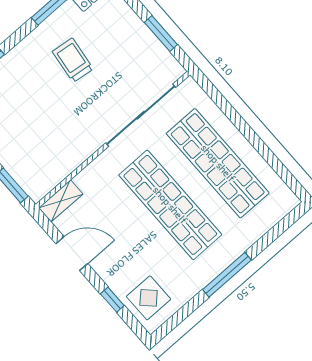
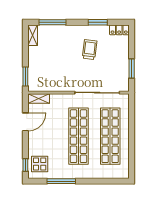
door: (72, 254) -> (25, 122), hinge flipped
window: (227, 275) -> (61, 181), moved
window: (112, 300) -> (25, 165), moved

